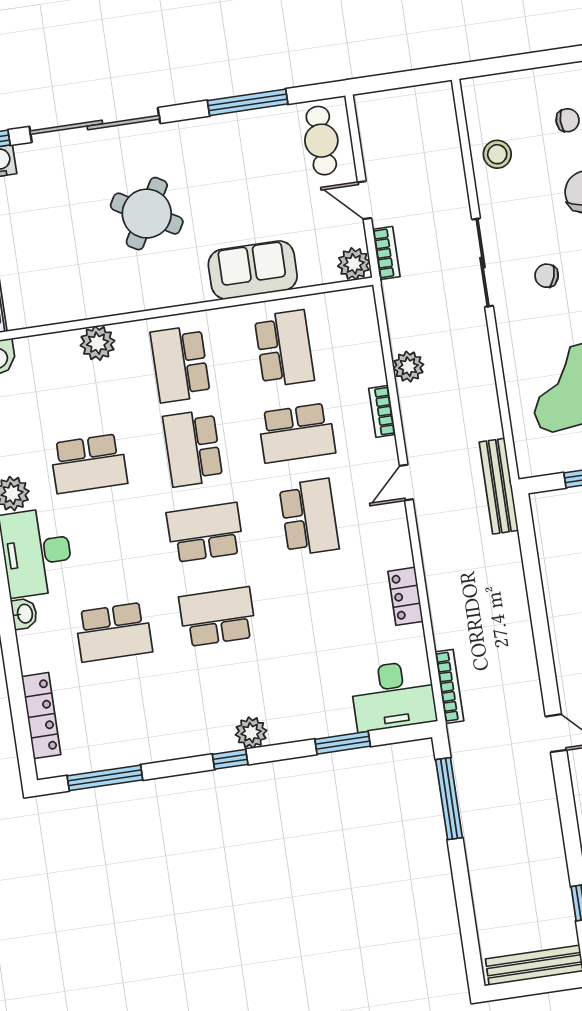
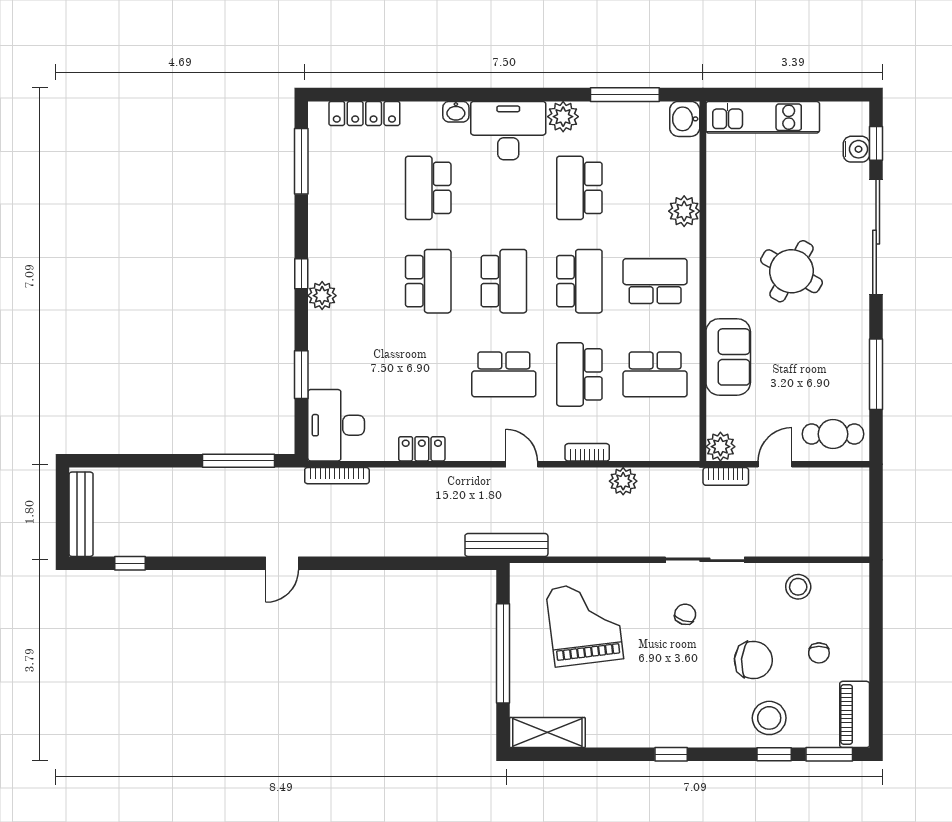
school desk: (193, 448) -> (579, 281), turned 90

